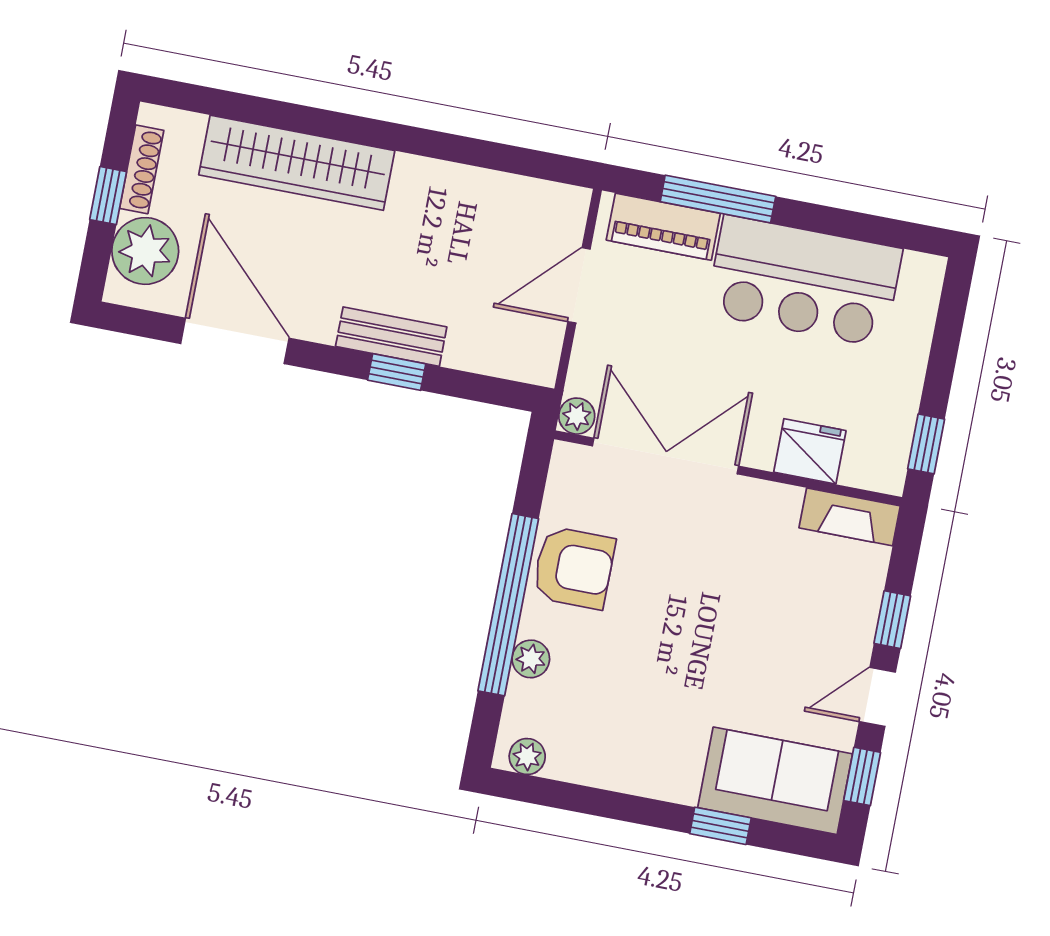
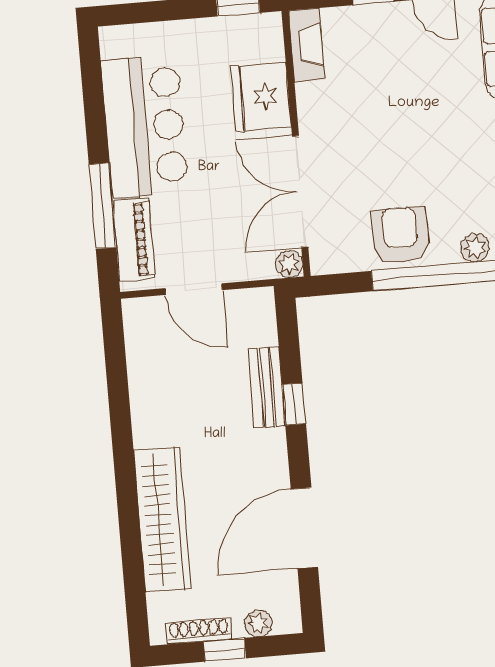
plant: (145, 251) -> (258, 623), width x0.53, depth x0.53
bench: (391, 337) -> (267, 387), moved
fridge: (810, 451) -> (261, 97), width x1.36, depth x1.34

